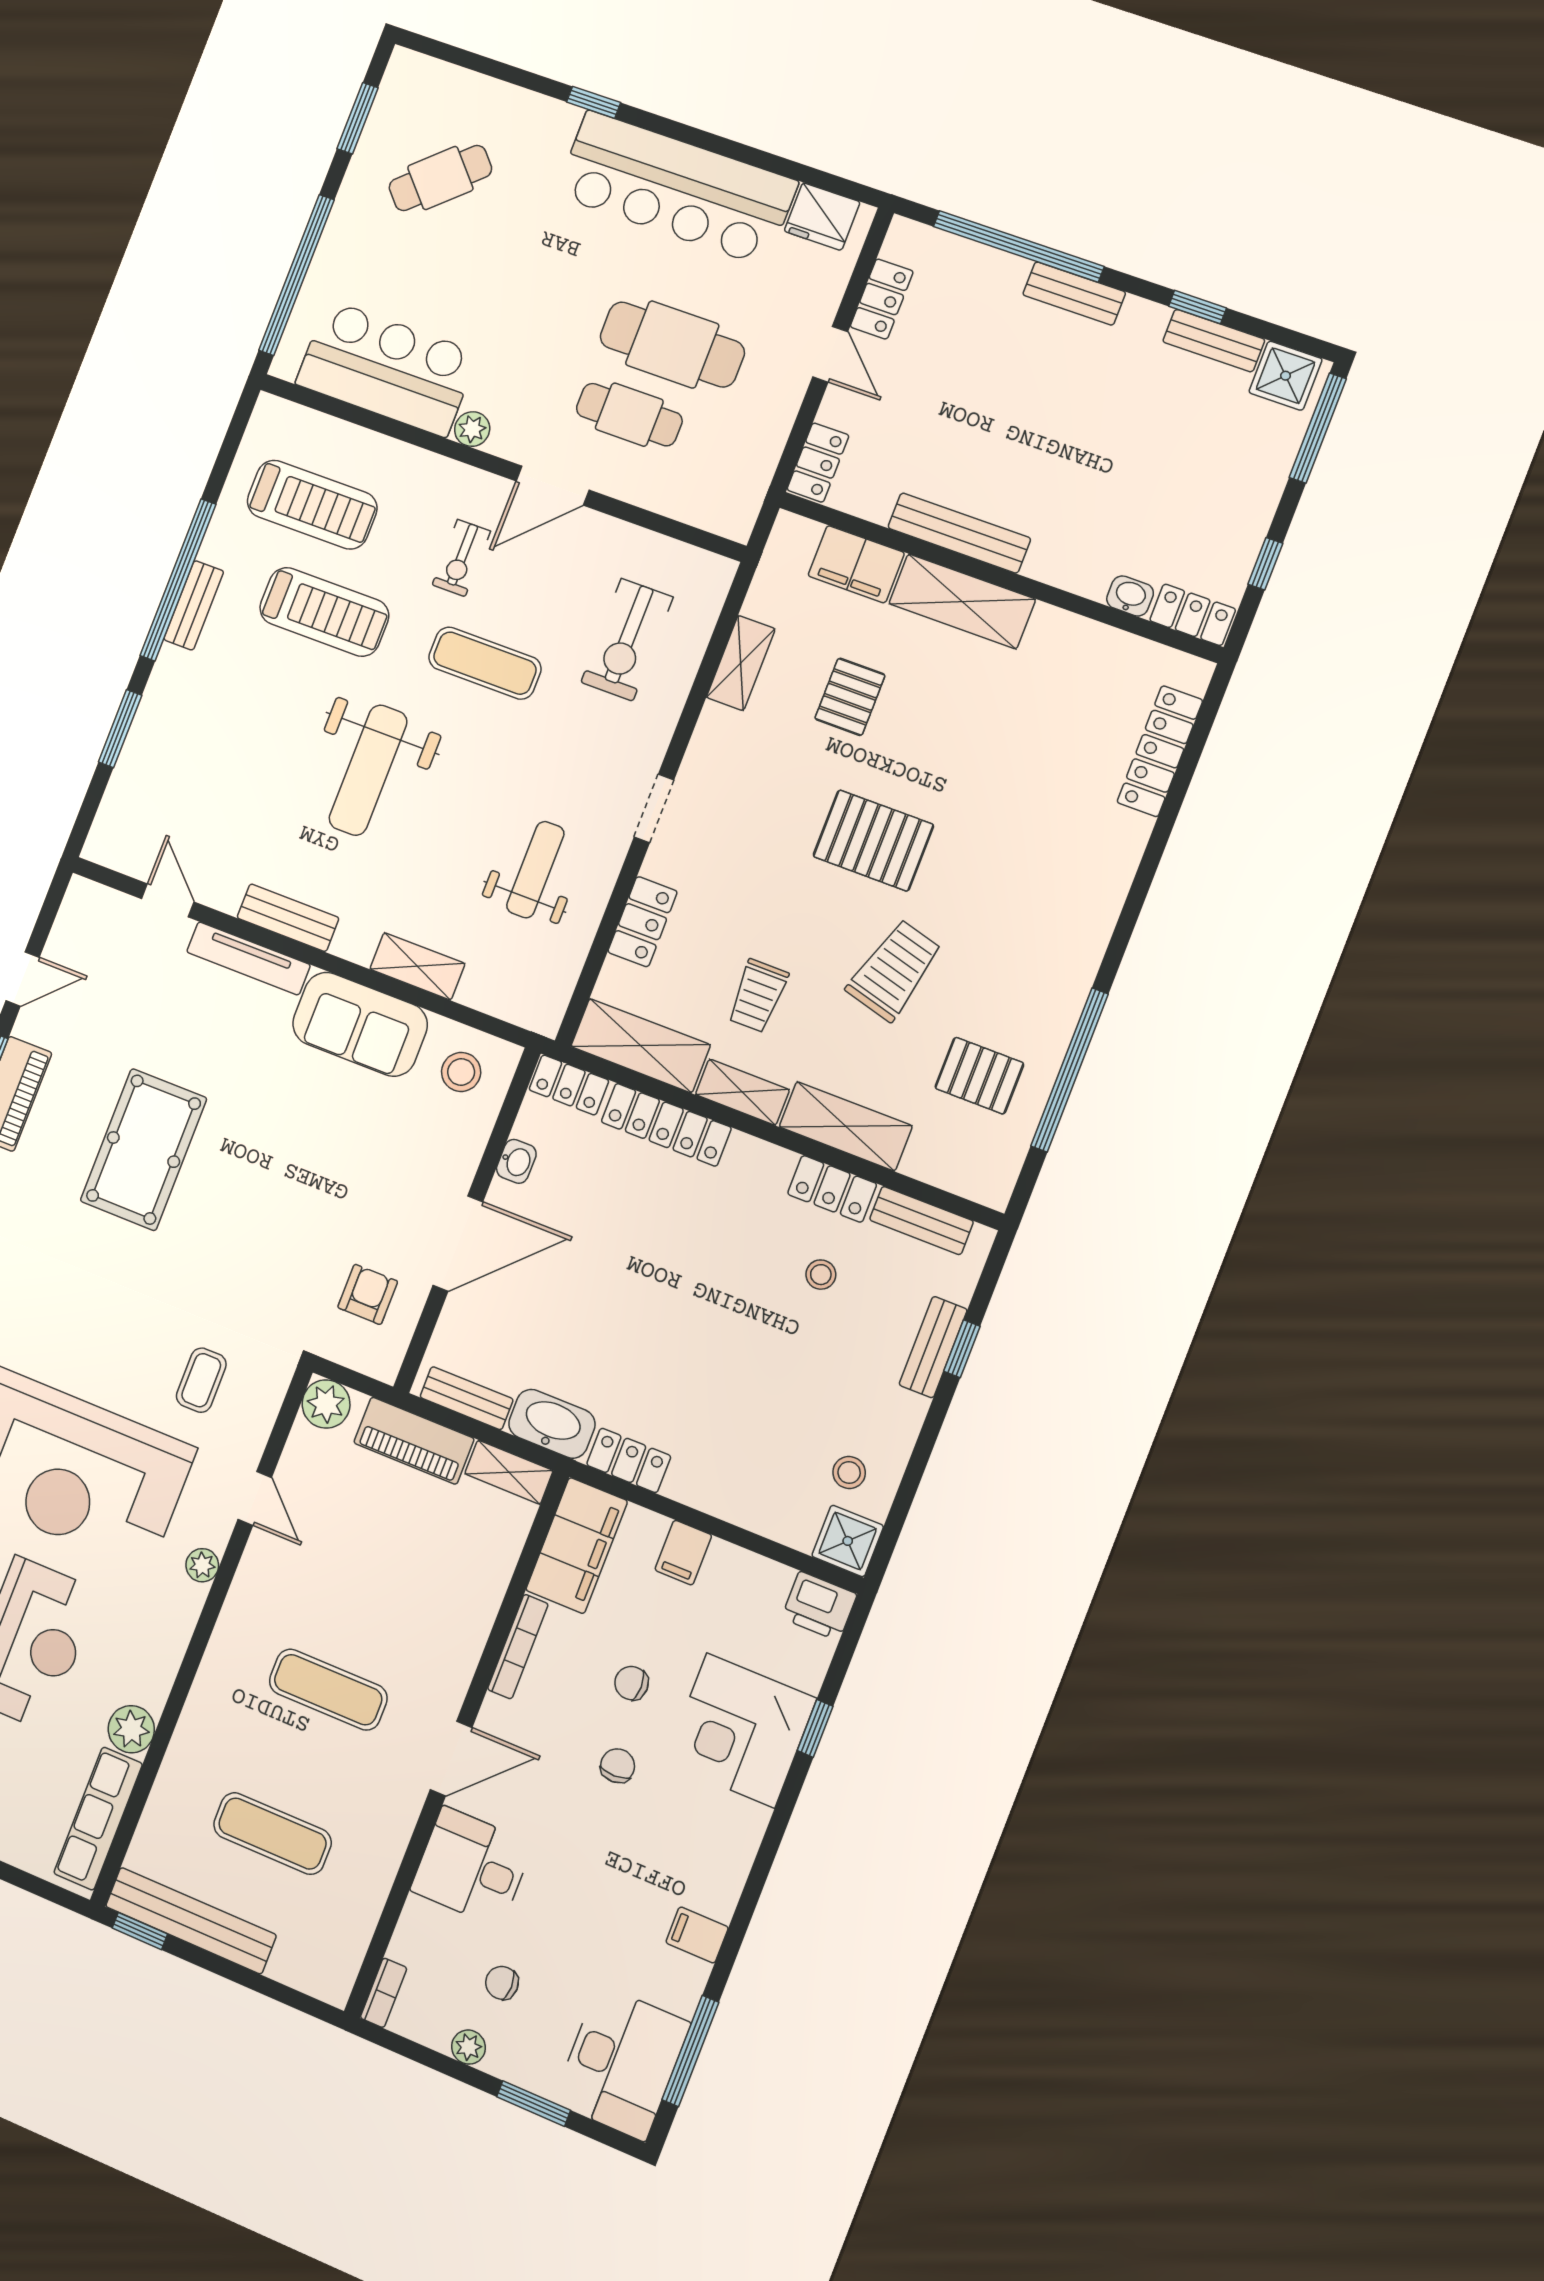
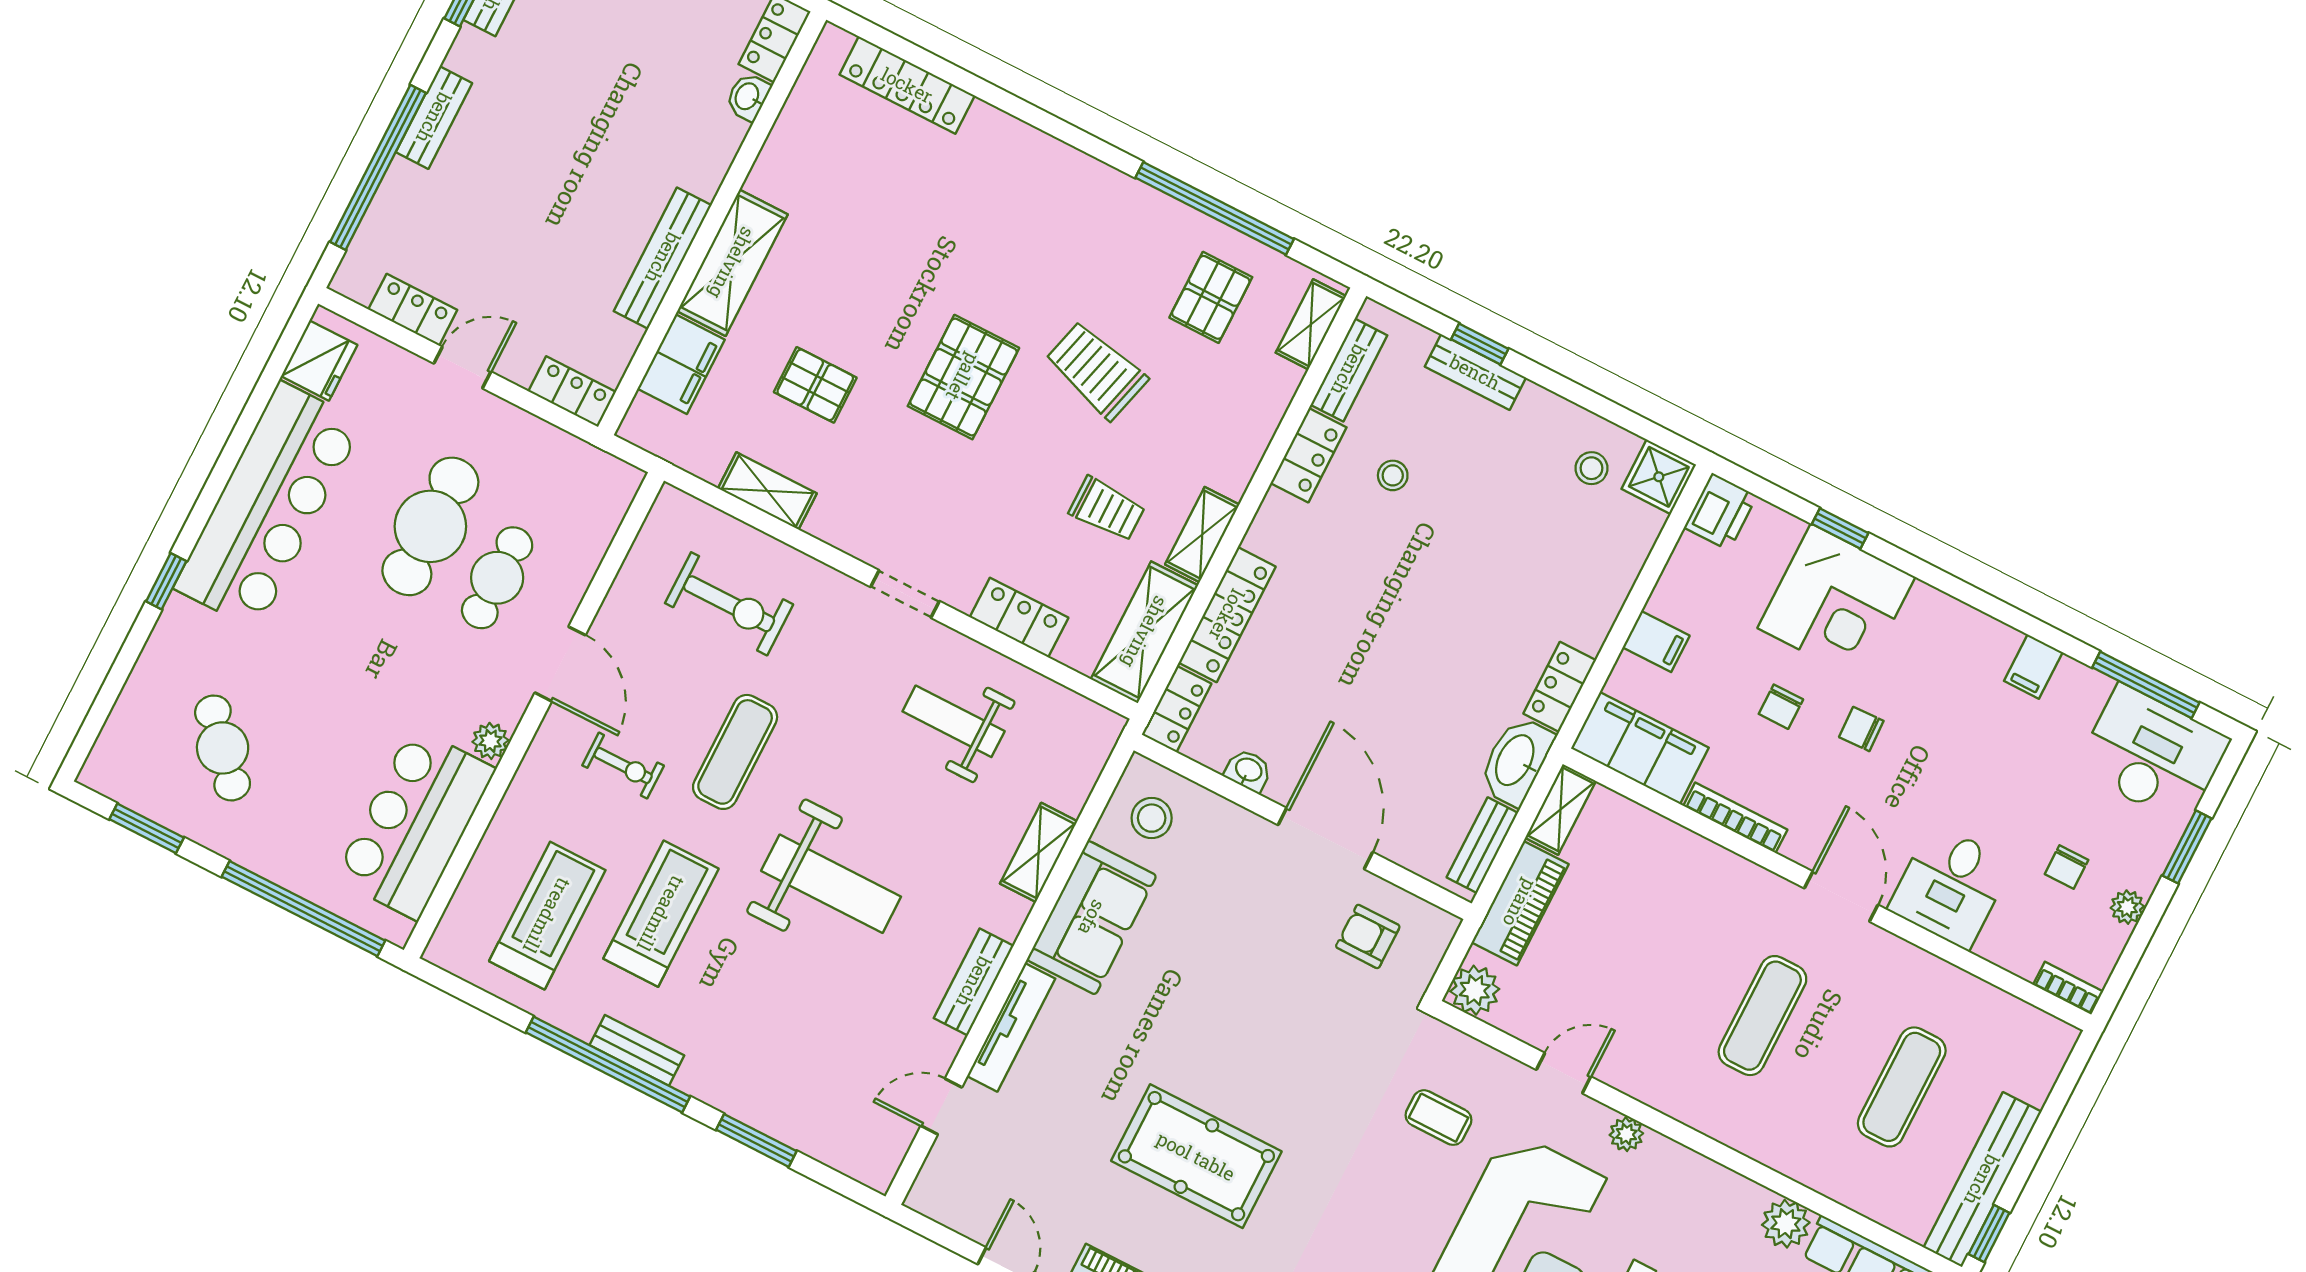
shelving: (846, 1126) -> (1311, 324), moved, width x0.67, depth x0.75

